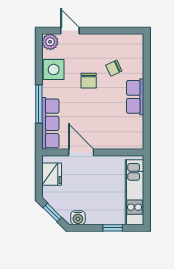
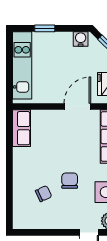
row of seats: (135, 97) -> (21, 128), moved
door: (81, 152) -> (77, 106), swing flipped

